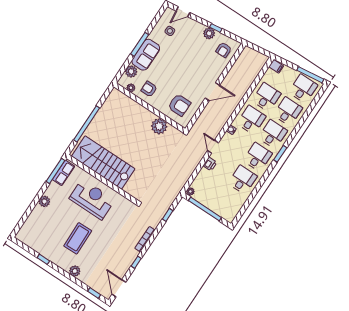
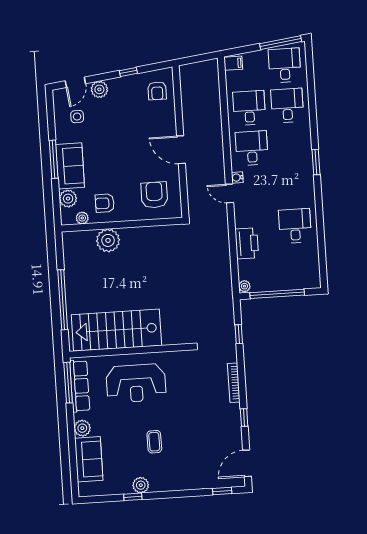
plant: (209, 33) -> (99, 89), moved
door: (212, 92) -> (181, 150), swing flipped
armchair: (179, 105) -> (154, 195), turned -90
plant: (159, 126) -> (108, 240), moved
desk: (273, 134) -> (290, 146), removed
door: (213, 147) -> (230, 193), moved
desk: (258, 157) -> (292, 186), removed
printer: (210, 164) -> (247, 243), width x1.87, depth x1.48
row of seats: (64, 173) -> (80, 386), width x1.48
reception desk: (92, 199) -> (136, 383), turned 180
sofa: (35, 221) -> (89, 459), added
coffee table: (78, 238) -> (154, 442), width x0.54, depth x0.58
plant: (75, 271) -> (141, 485), moved
door: (119, 288) -> (247, 463), hinge flipped

